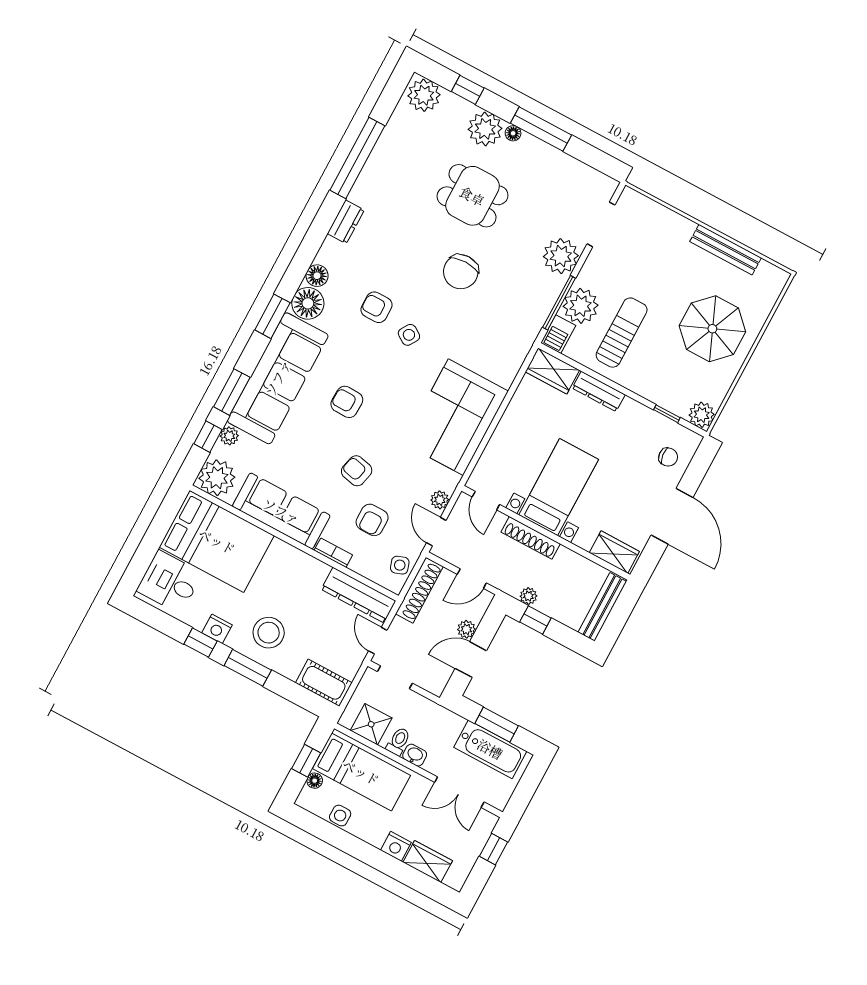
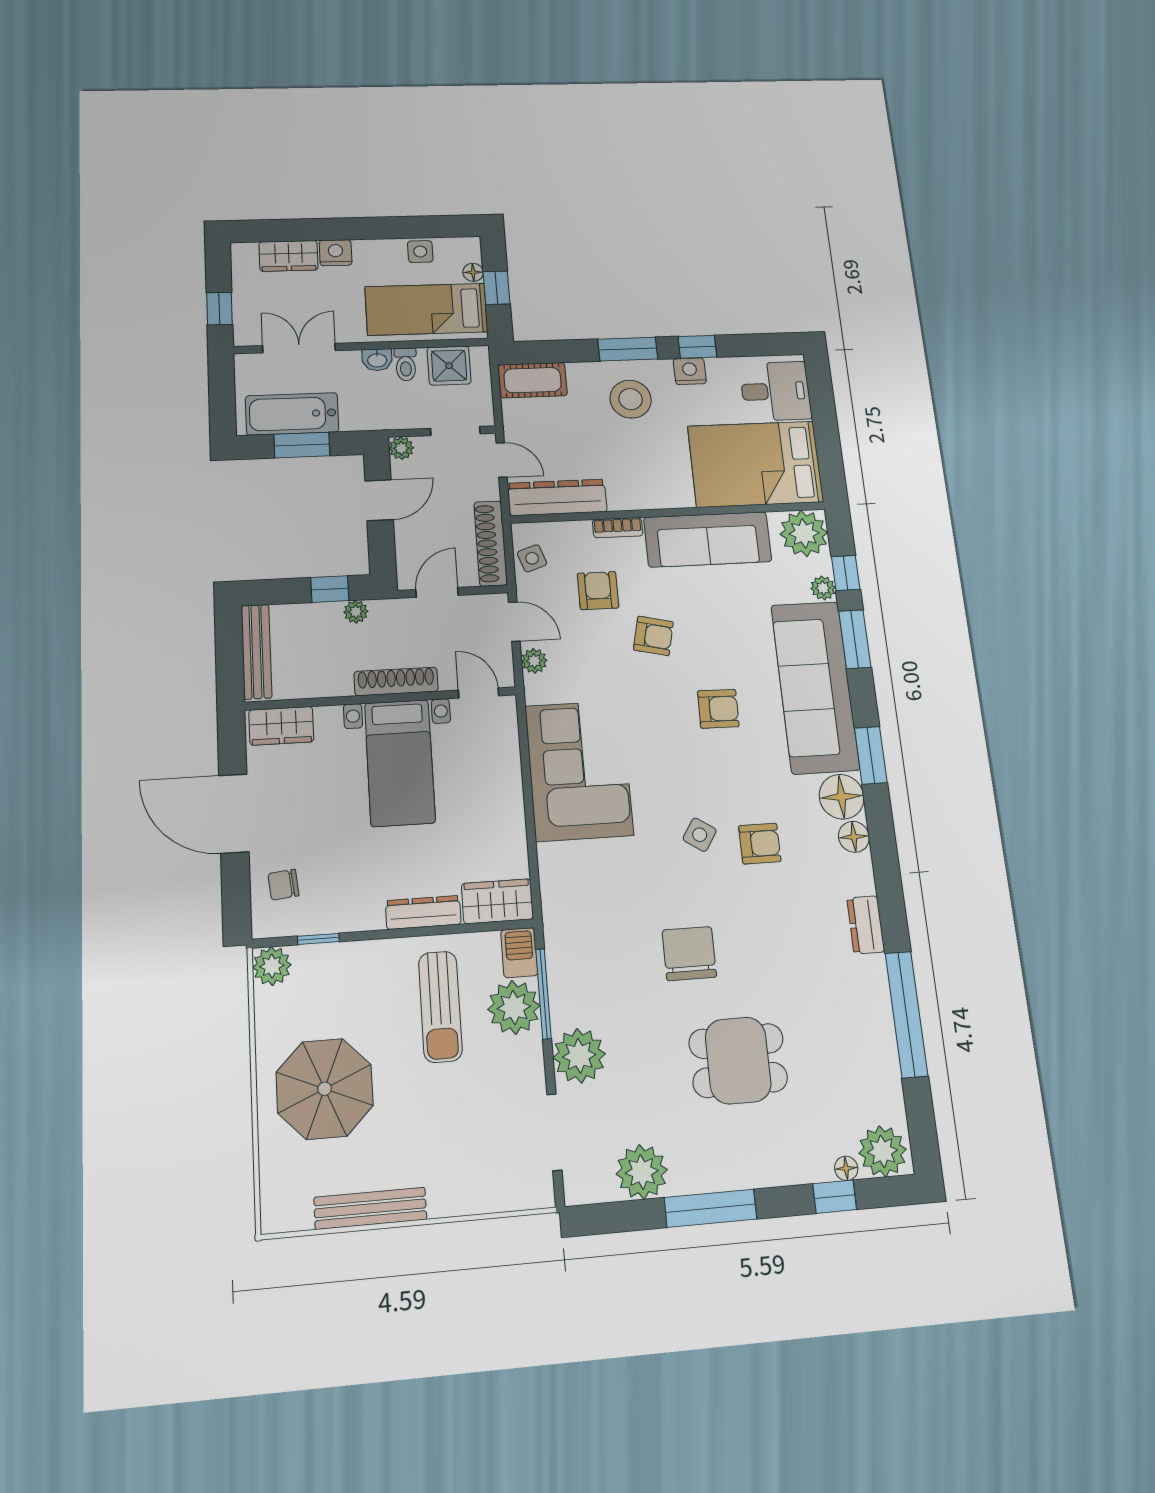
plant: (485, 129) -> (642, 1172), moved
floor lamp: (513, 133) -> (846, 1168), moved
plant: (466, 629) -> (401, 448), moved

